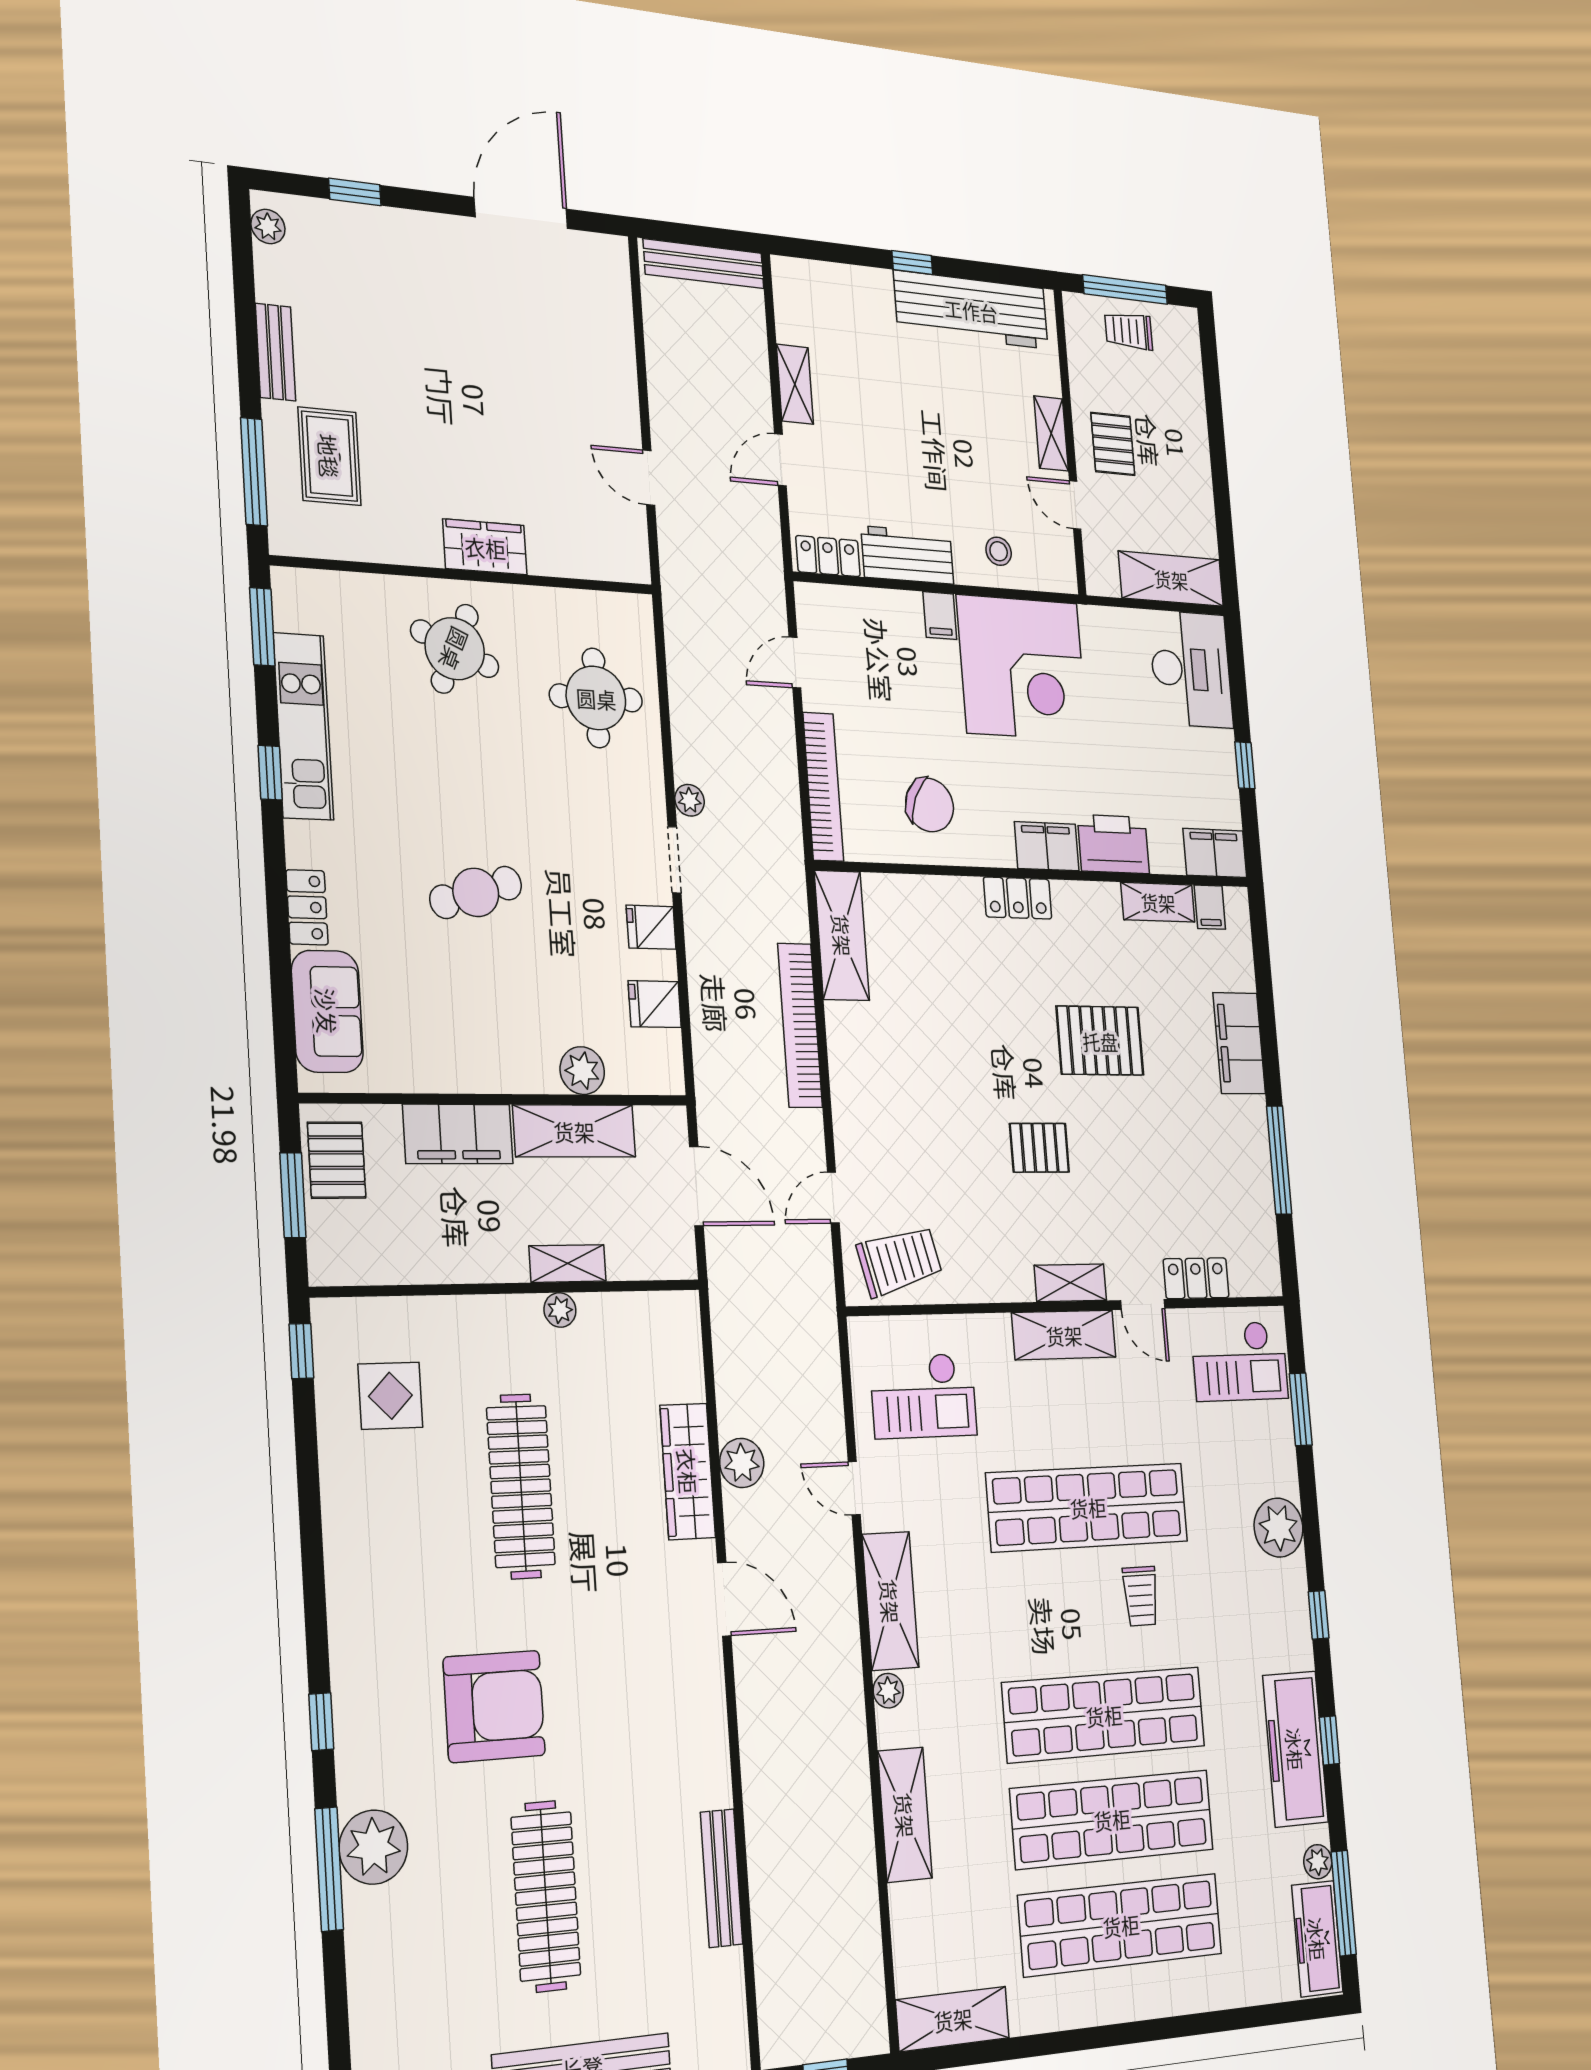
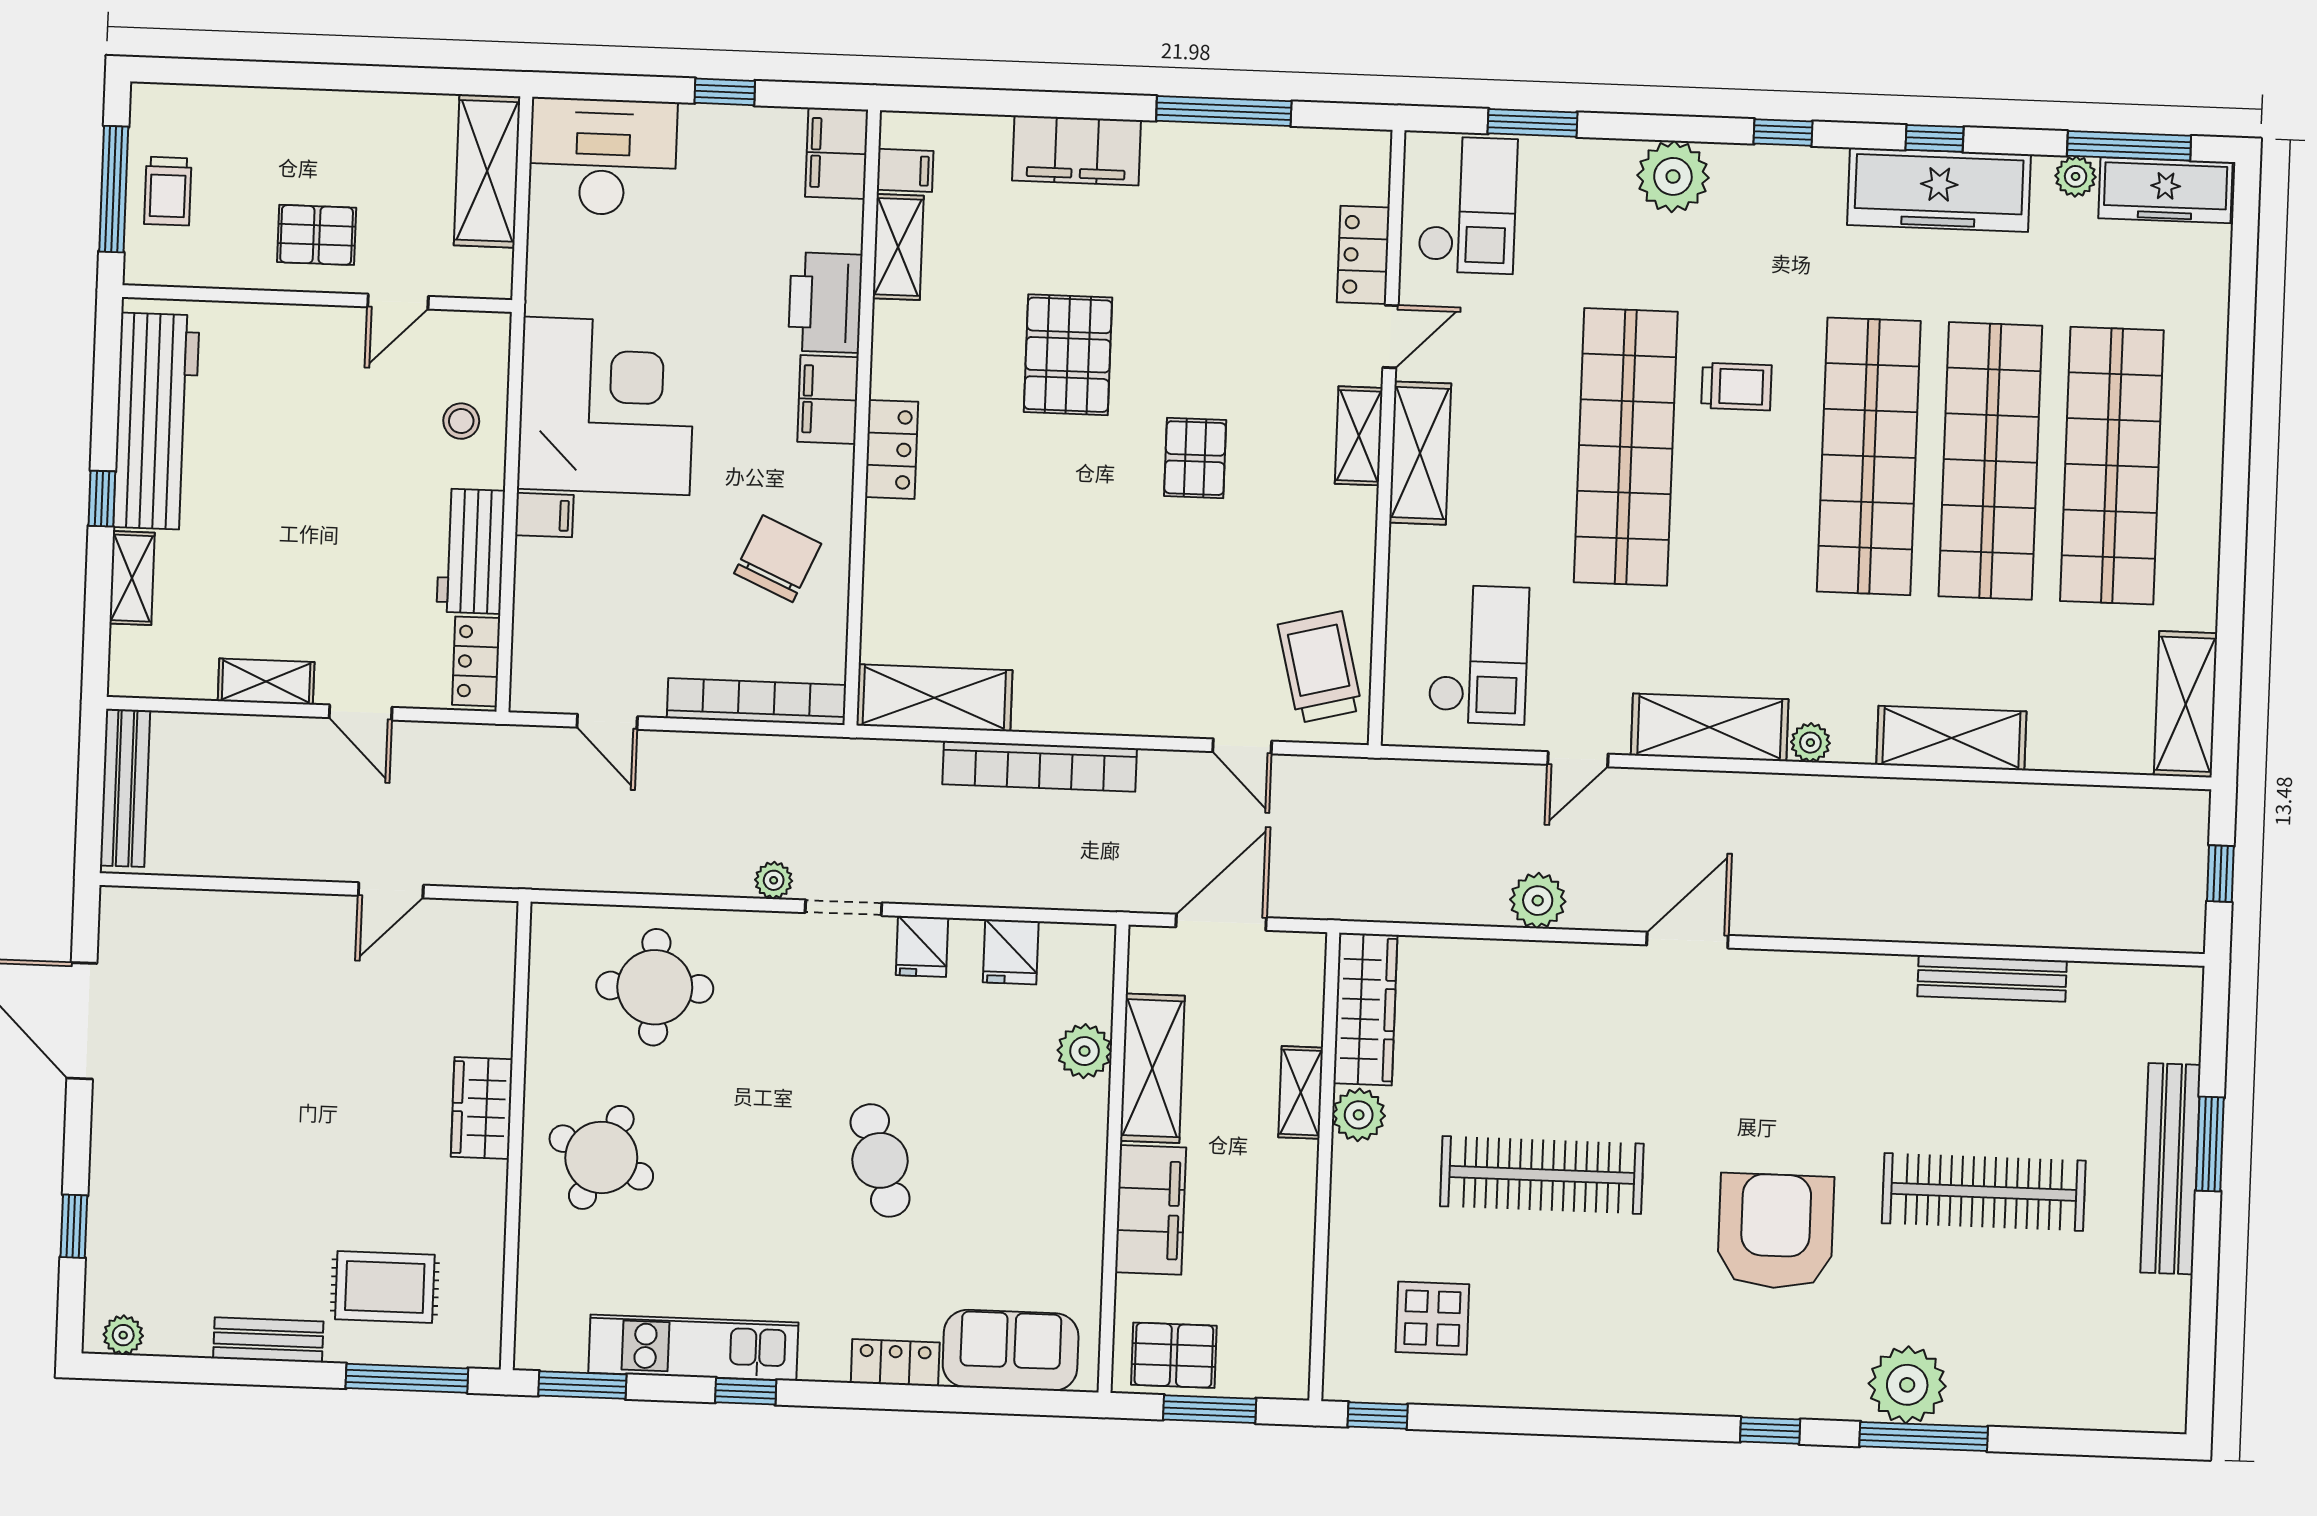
shelving: (1051, 434) -> (132, 578), moved, turned 90
plant: (560, 1310) -> (1359, 1115), width x1.38, depth x1.38
wardrobe: (688, 1471) -> (1365, 1009), moved, turned -90

